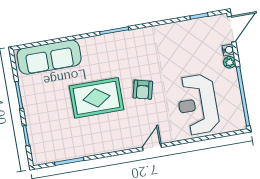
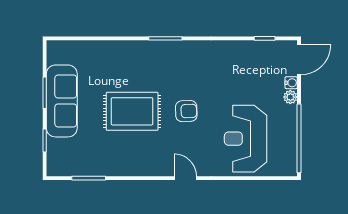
sofa: (49, 57) -> (62, 101), moved, turned -90
armchair: (143, 90) -> (186, 111), turned -106
door: (152, 147) -> (185, 178), hinge flipped

